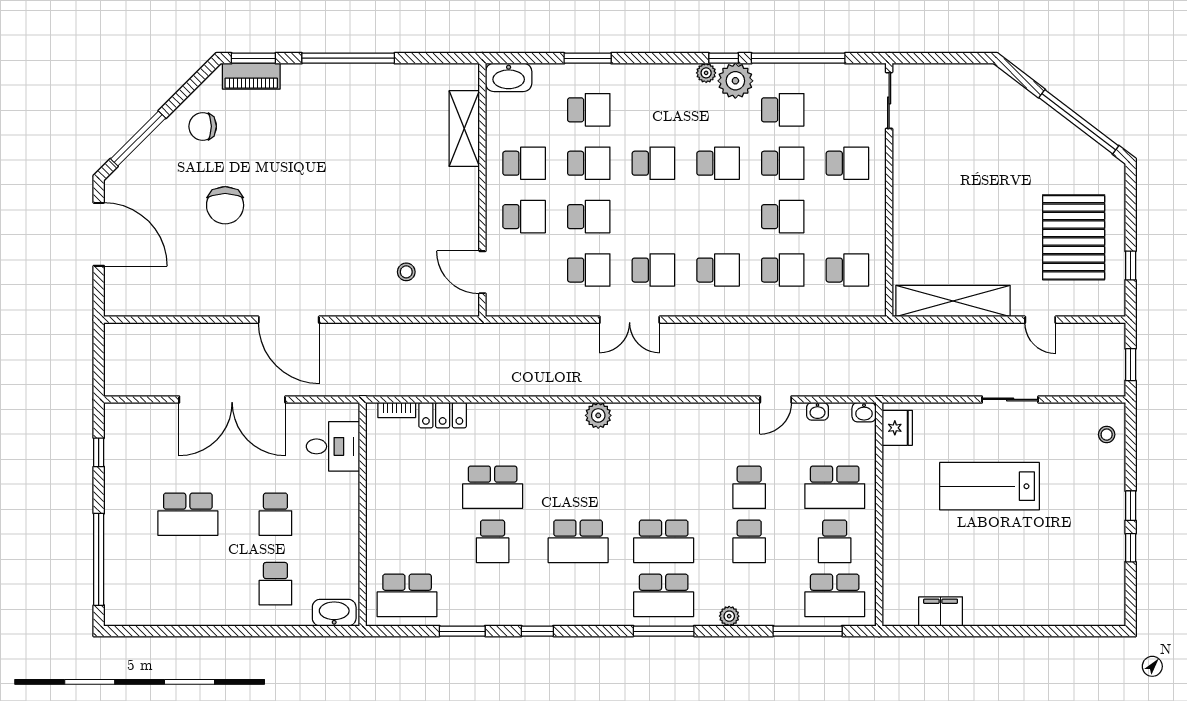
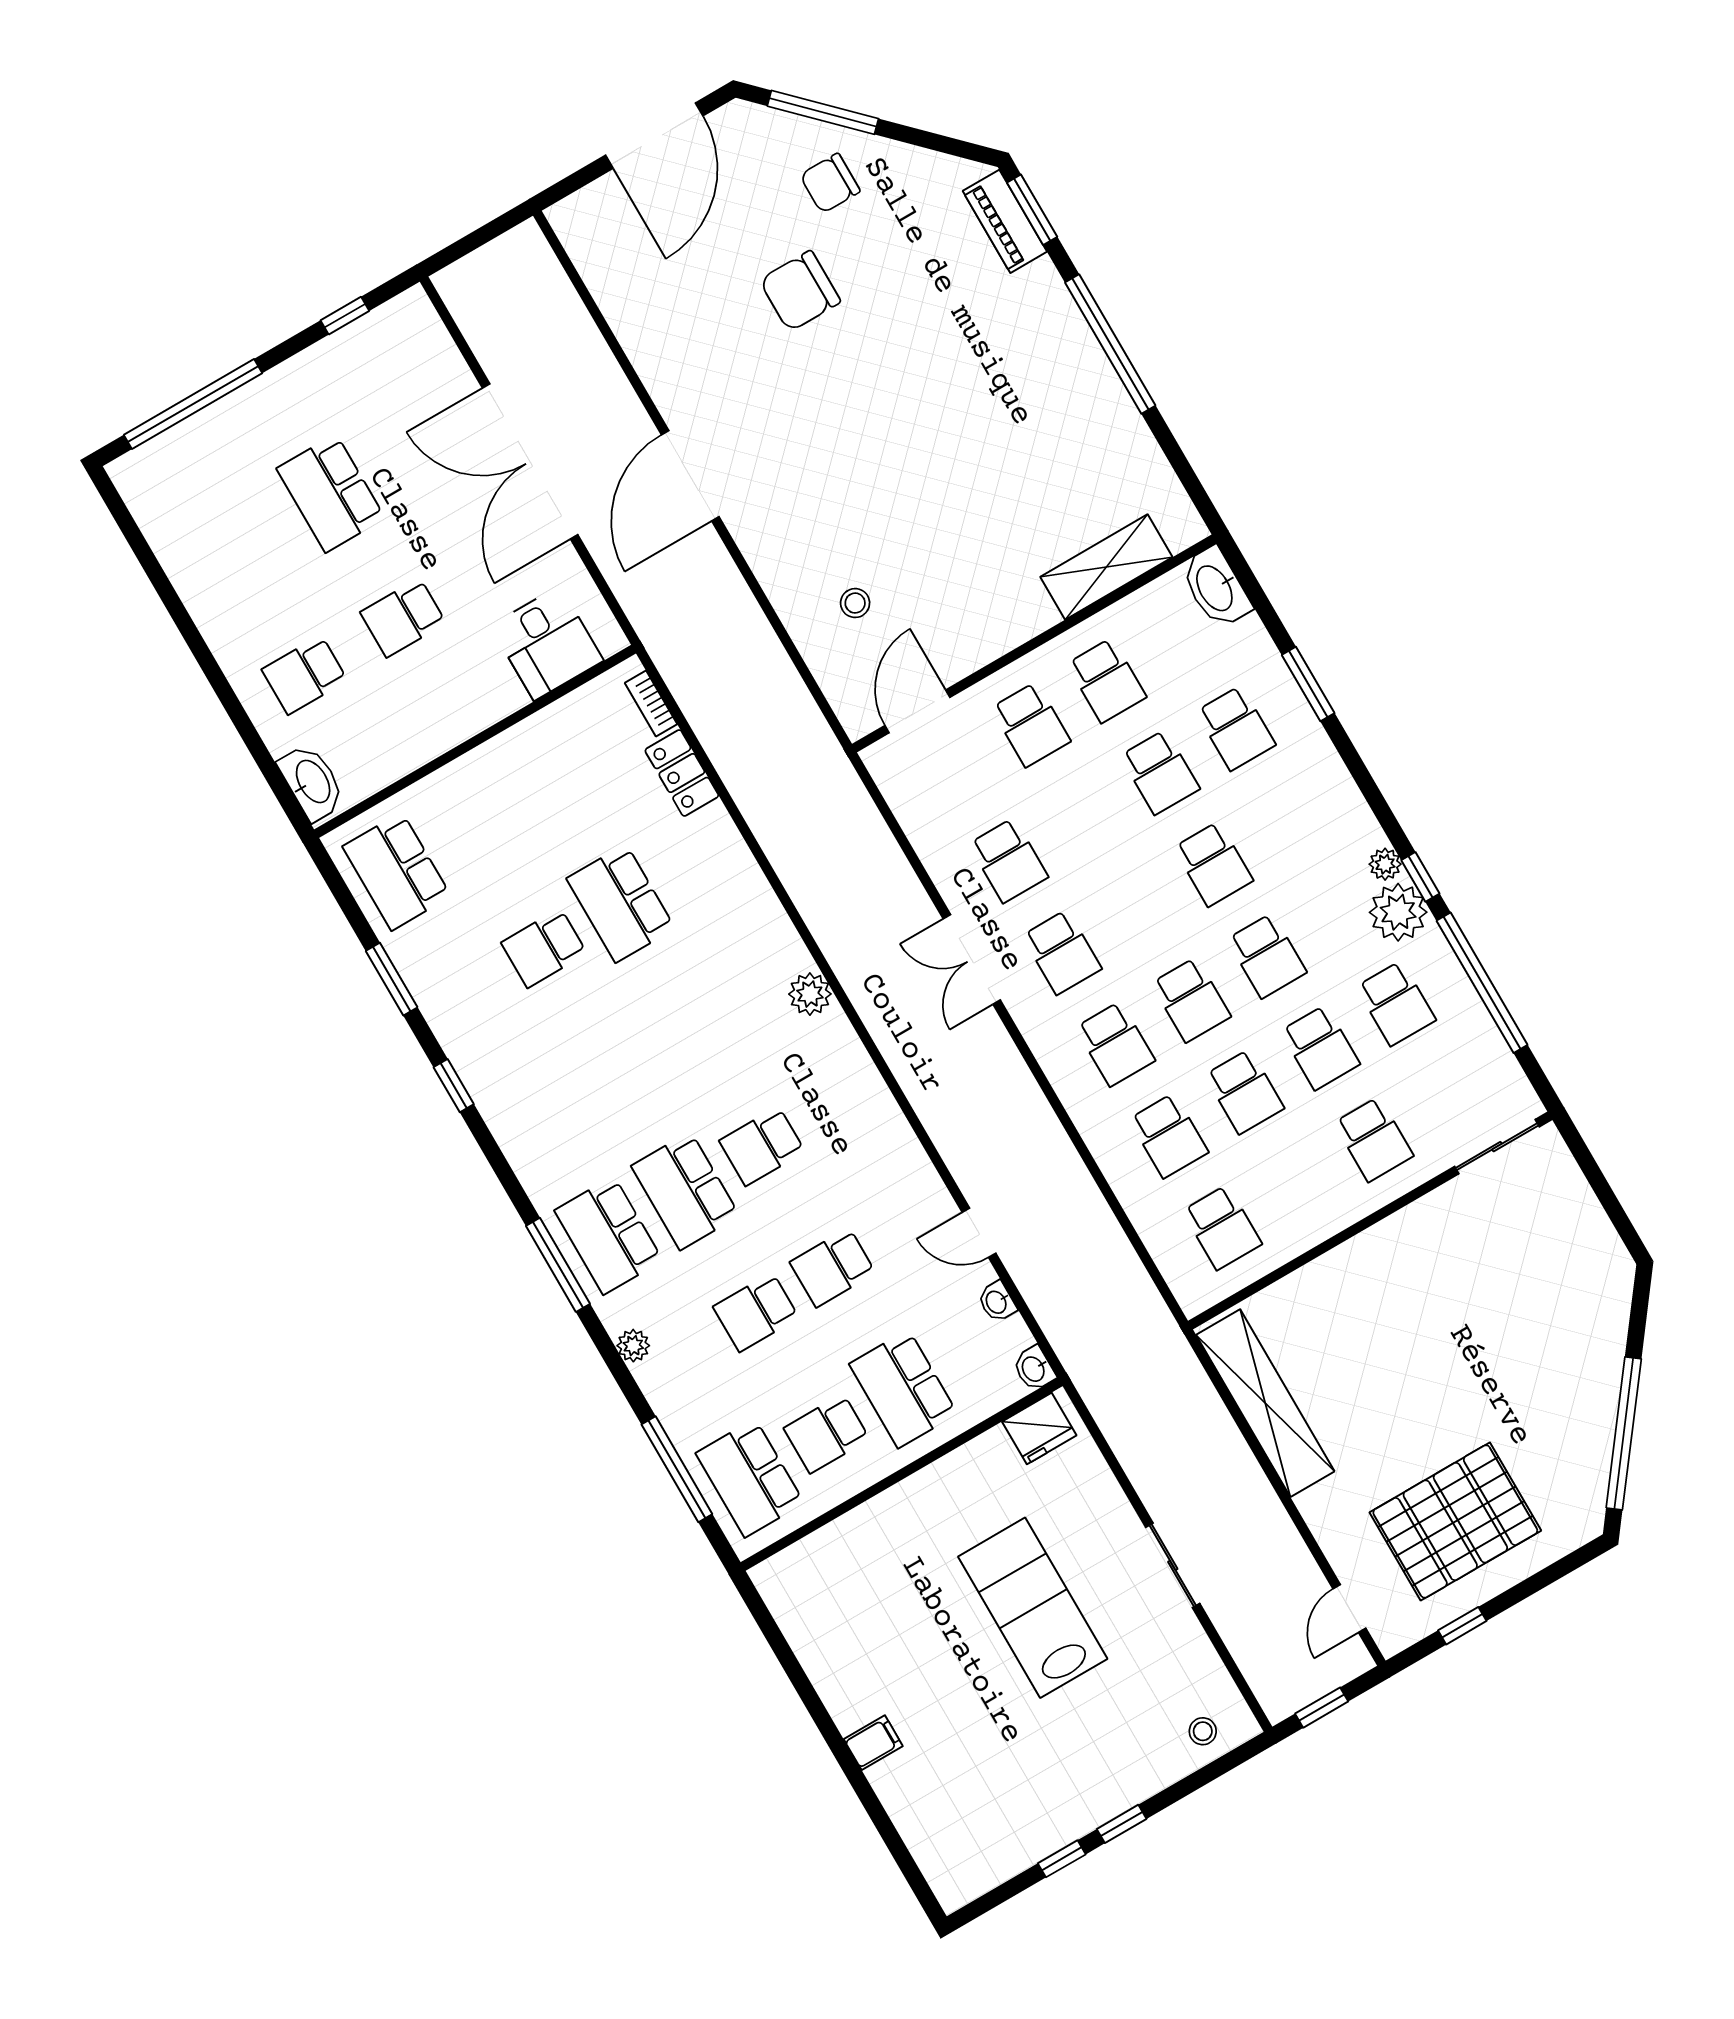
chair: (203, 126) -> (830, 183), moved, turned -90
school desk: (589, 217) -> (1191, 1000), moved
door: (1040, 320) -> (1349, 1608), moved
school desk: (578, 541) -> (762, 1146), moved, width x0.54
filing cabinet: (941, 611) -> (873, 1743), moved, width x0.50

